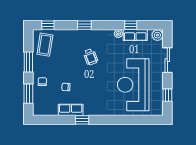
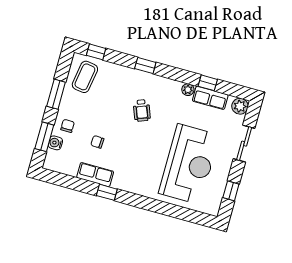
reception desk: (133, 85) -> (189, 164), turned 180
water cooler: (37, 96) -> (55, 143), added

